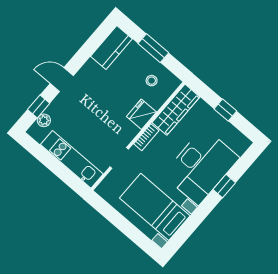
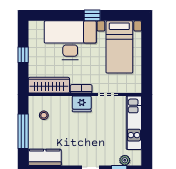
window: (153, 48) -> (23, 131), width x1.44
fridge: (141, 114) -> (82, 104), moved
window: (224, 186) -> (92, 15), moved

